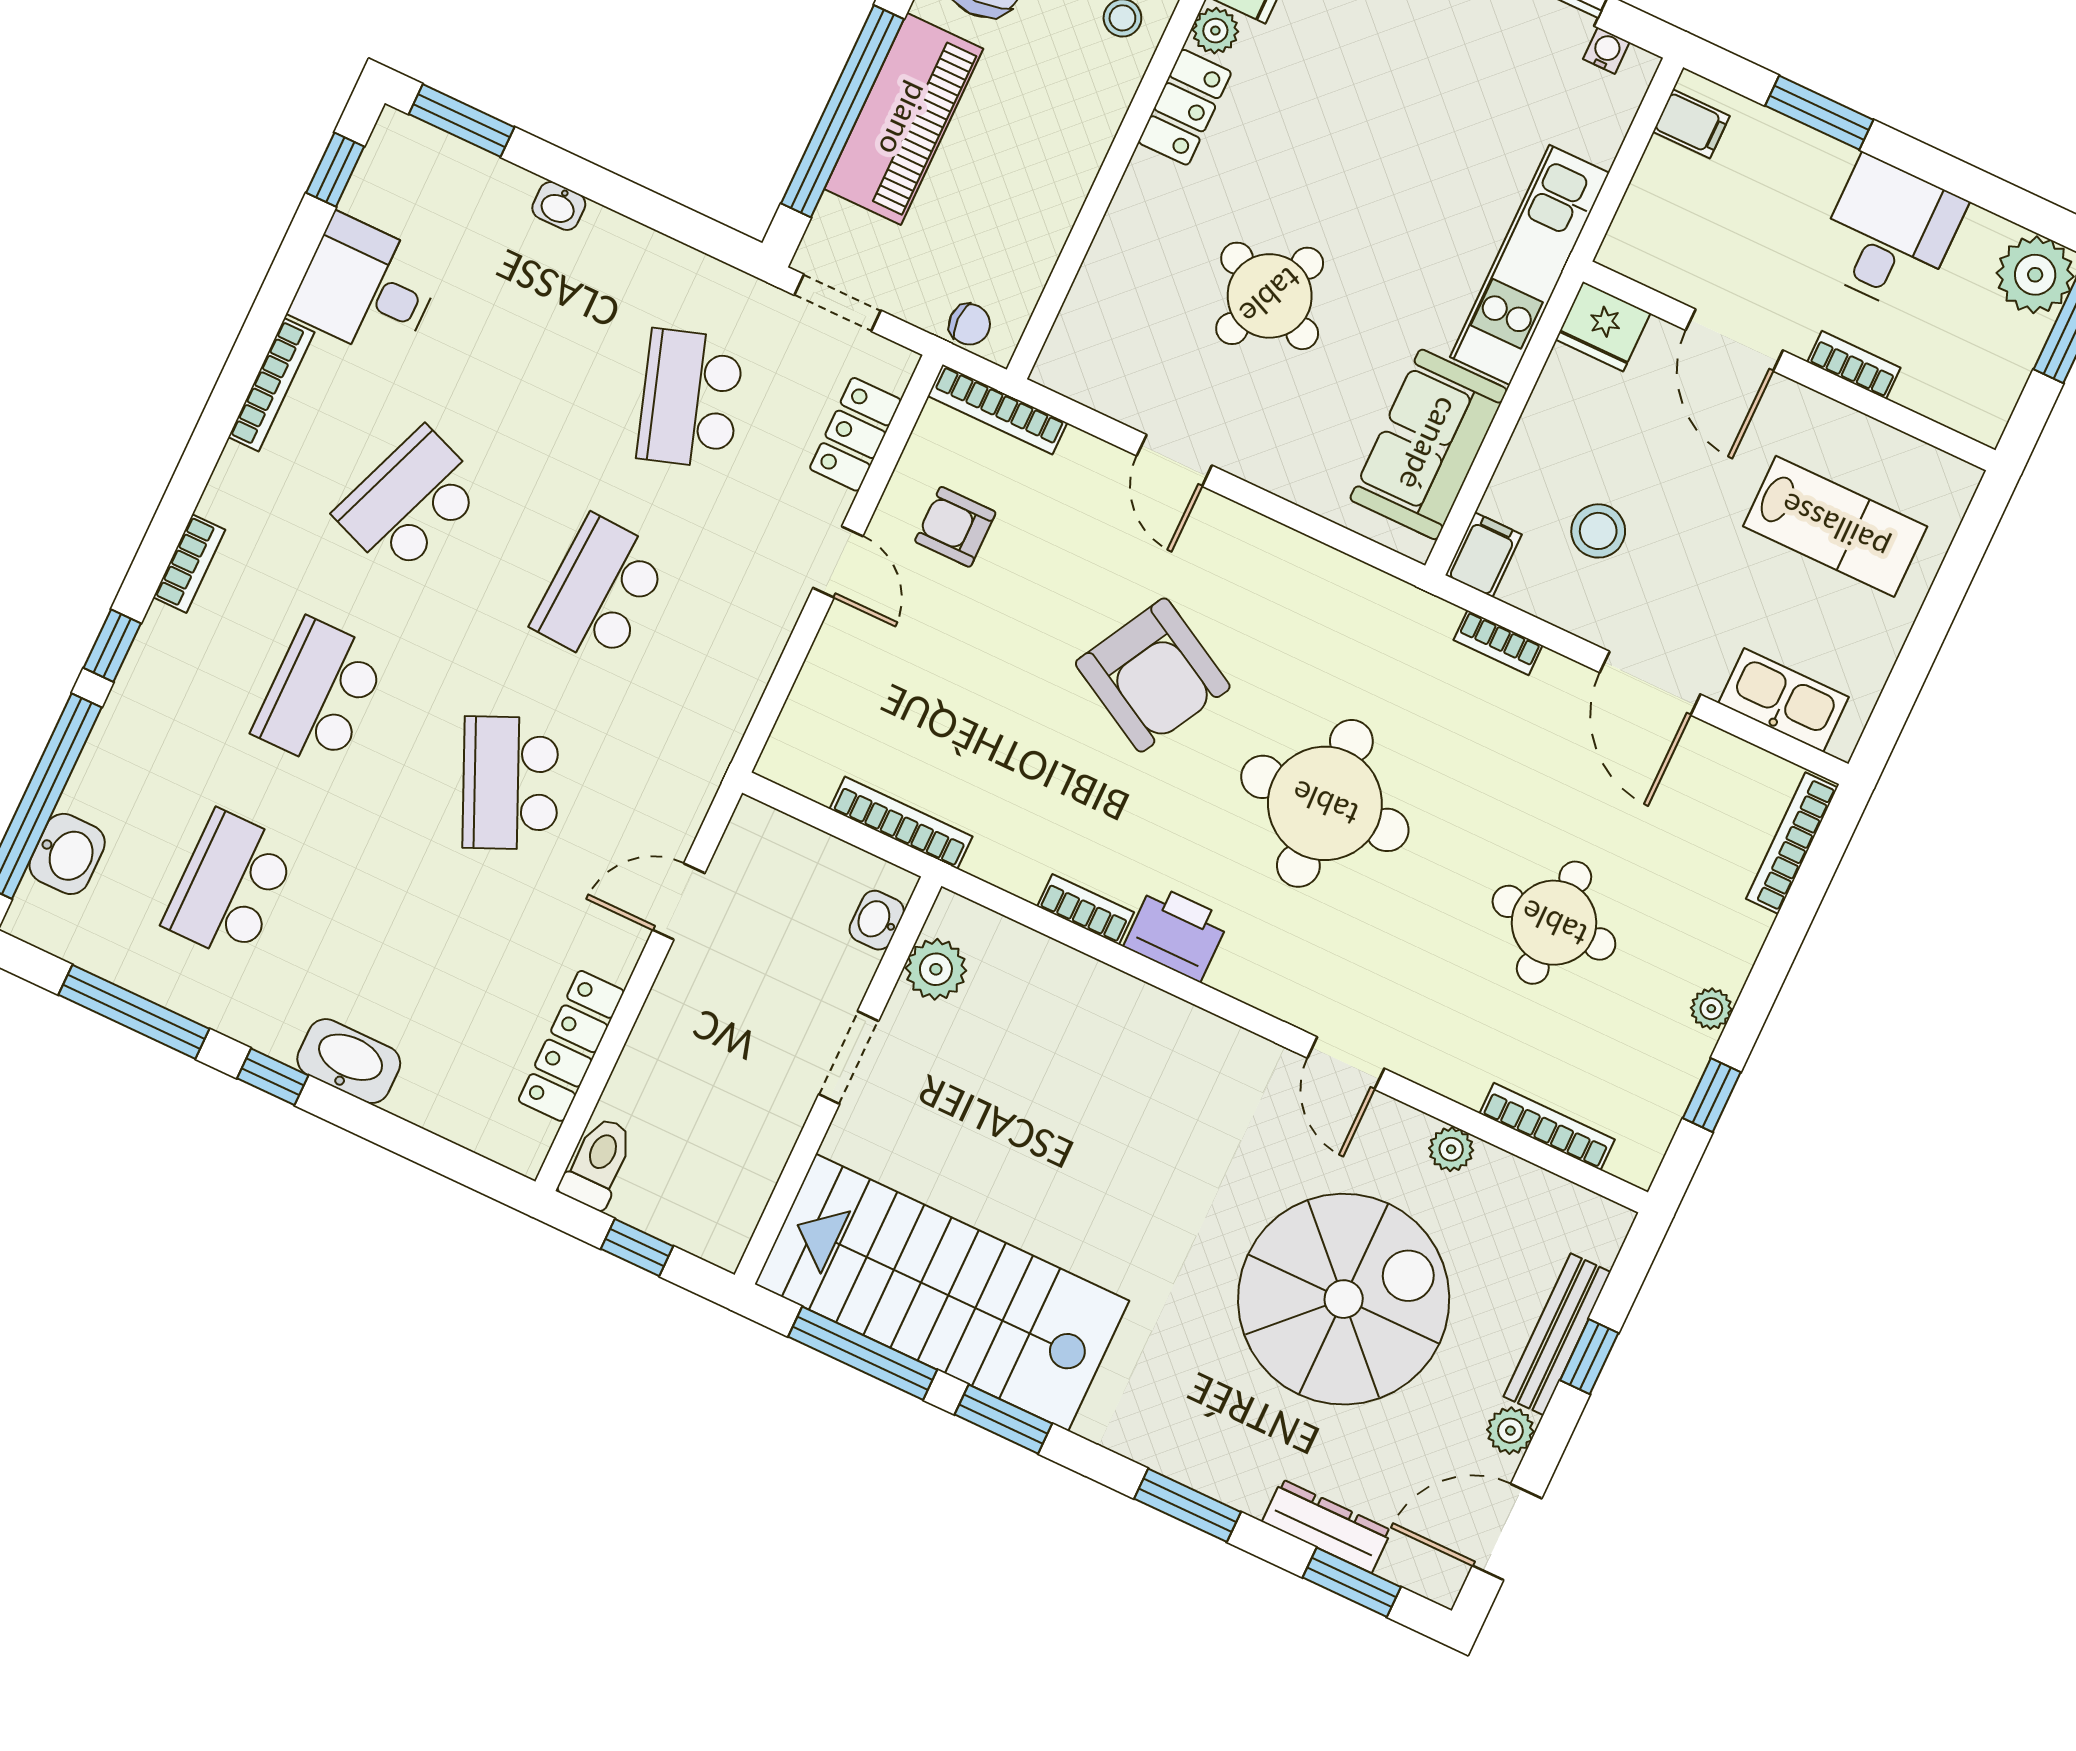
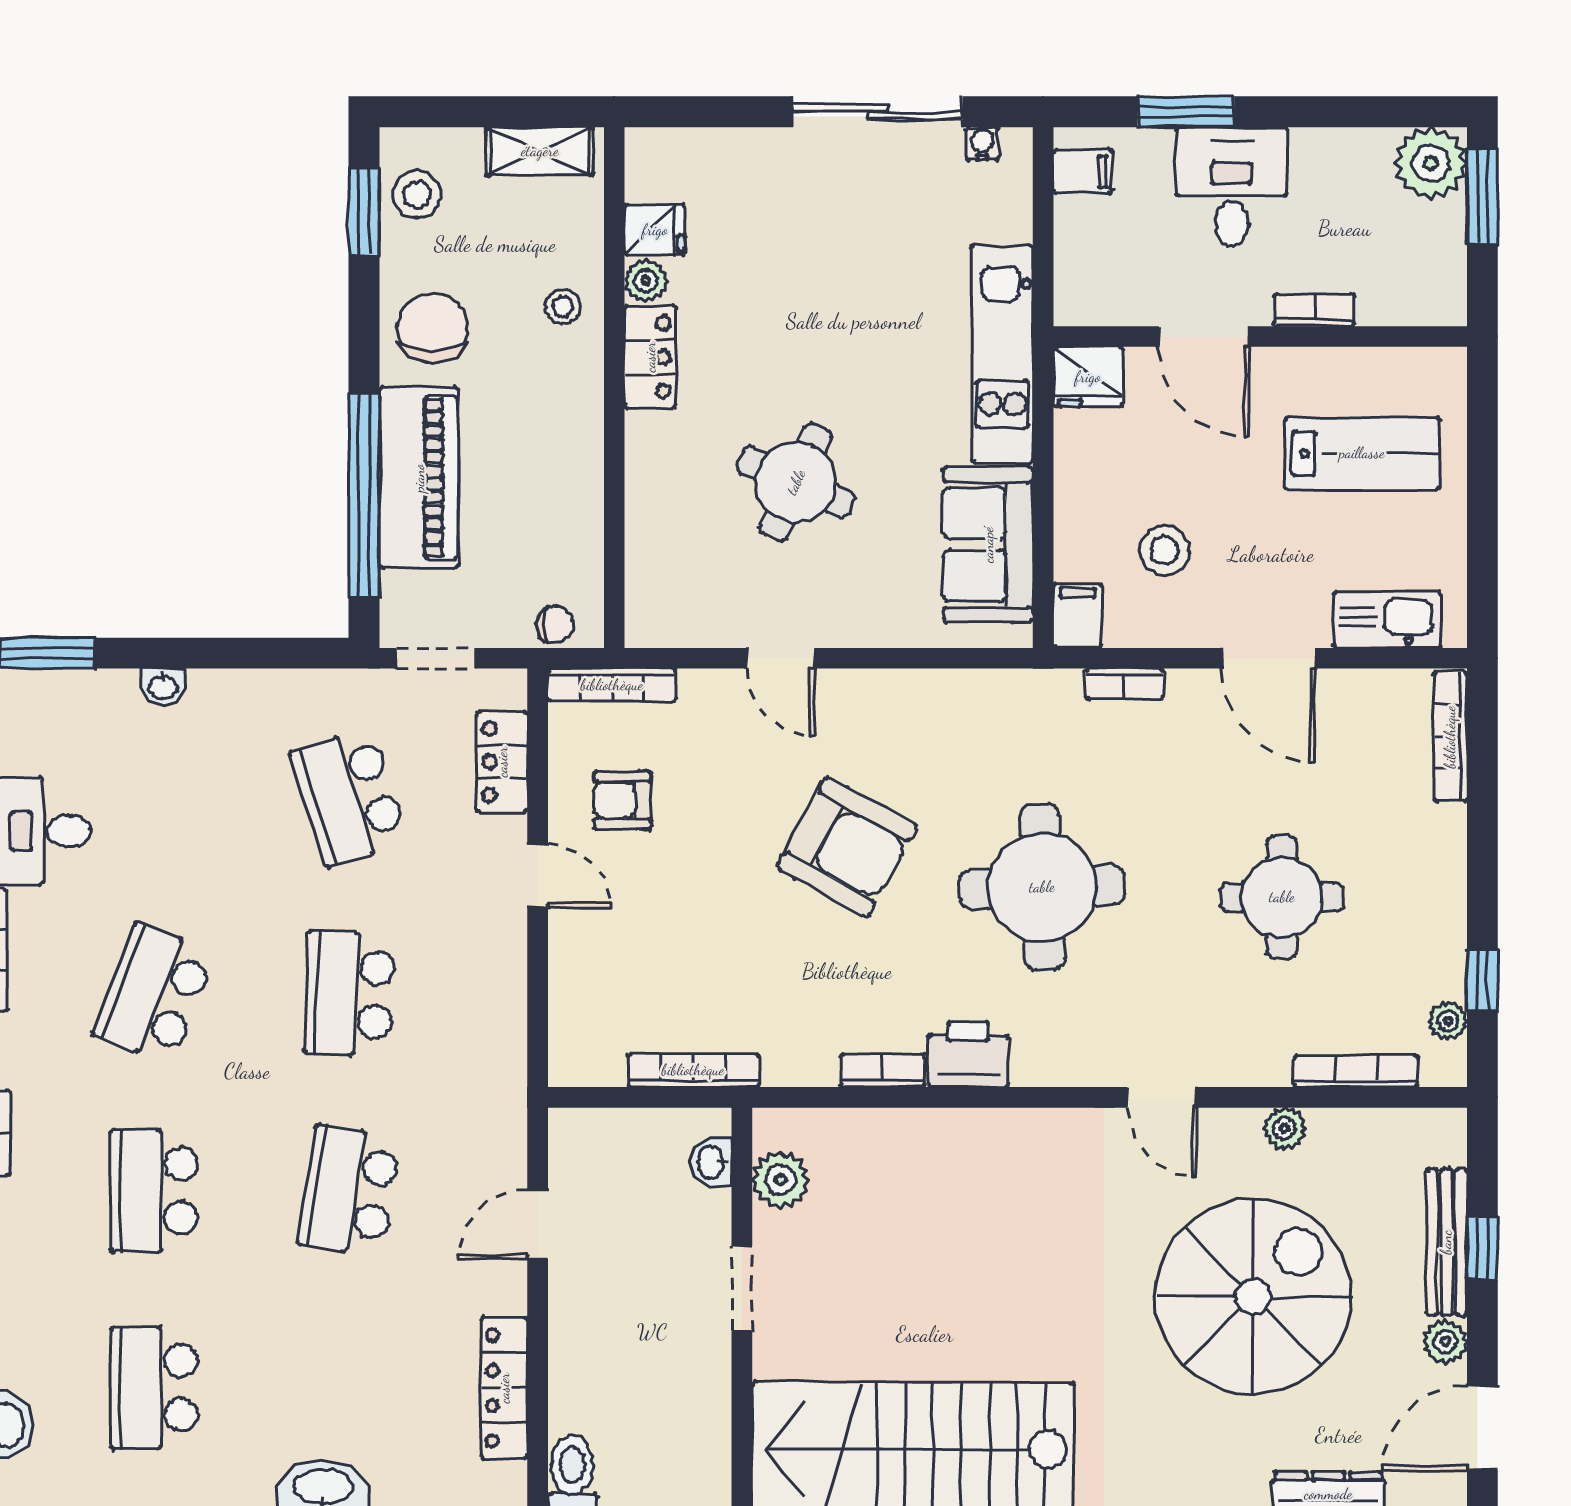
desk: (1889, 234) -> (1231, 187), moved
school desk: (510, 783) -> (349, 1191), turned 33
plant: (1711, 1009) -> (1448, 1021), moved

